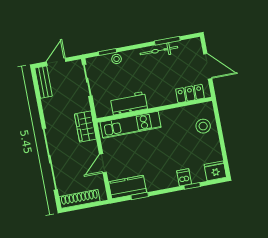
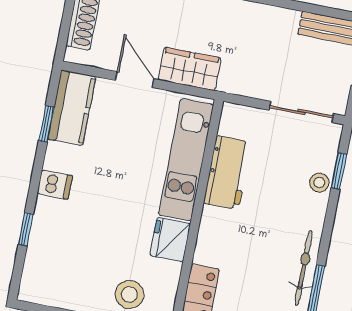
wardrobe: (85, 127) -> (190, 69), moved
fridge: (215, 171) -> (170, 240), moved, turned 180
dishwasher: (184, 177) -> (55, 185), moved

